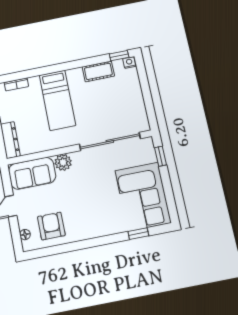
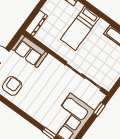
plant: (63, 162) -> (50, 62), removed

